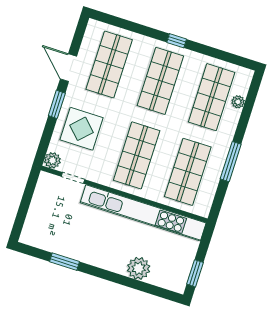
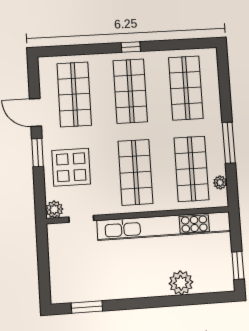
plant: (238, 102) -> (220, 183), moved
window: (65, 262) -> (87, 307), moved

